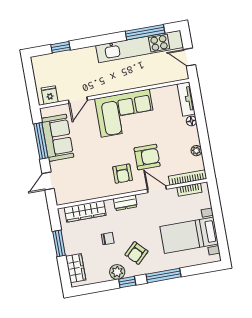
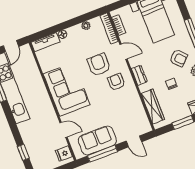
armchair: (123, 174) -> (116, 82), turned -90
door: (157, 189) -> (124, 52), swing flipped

